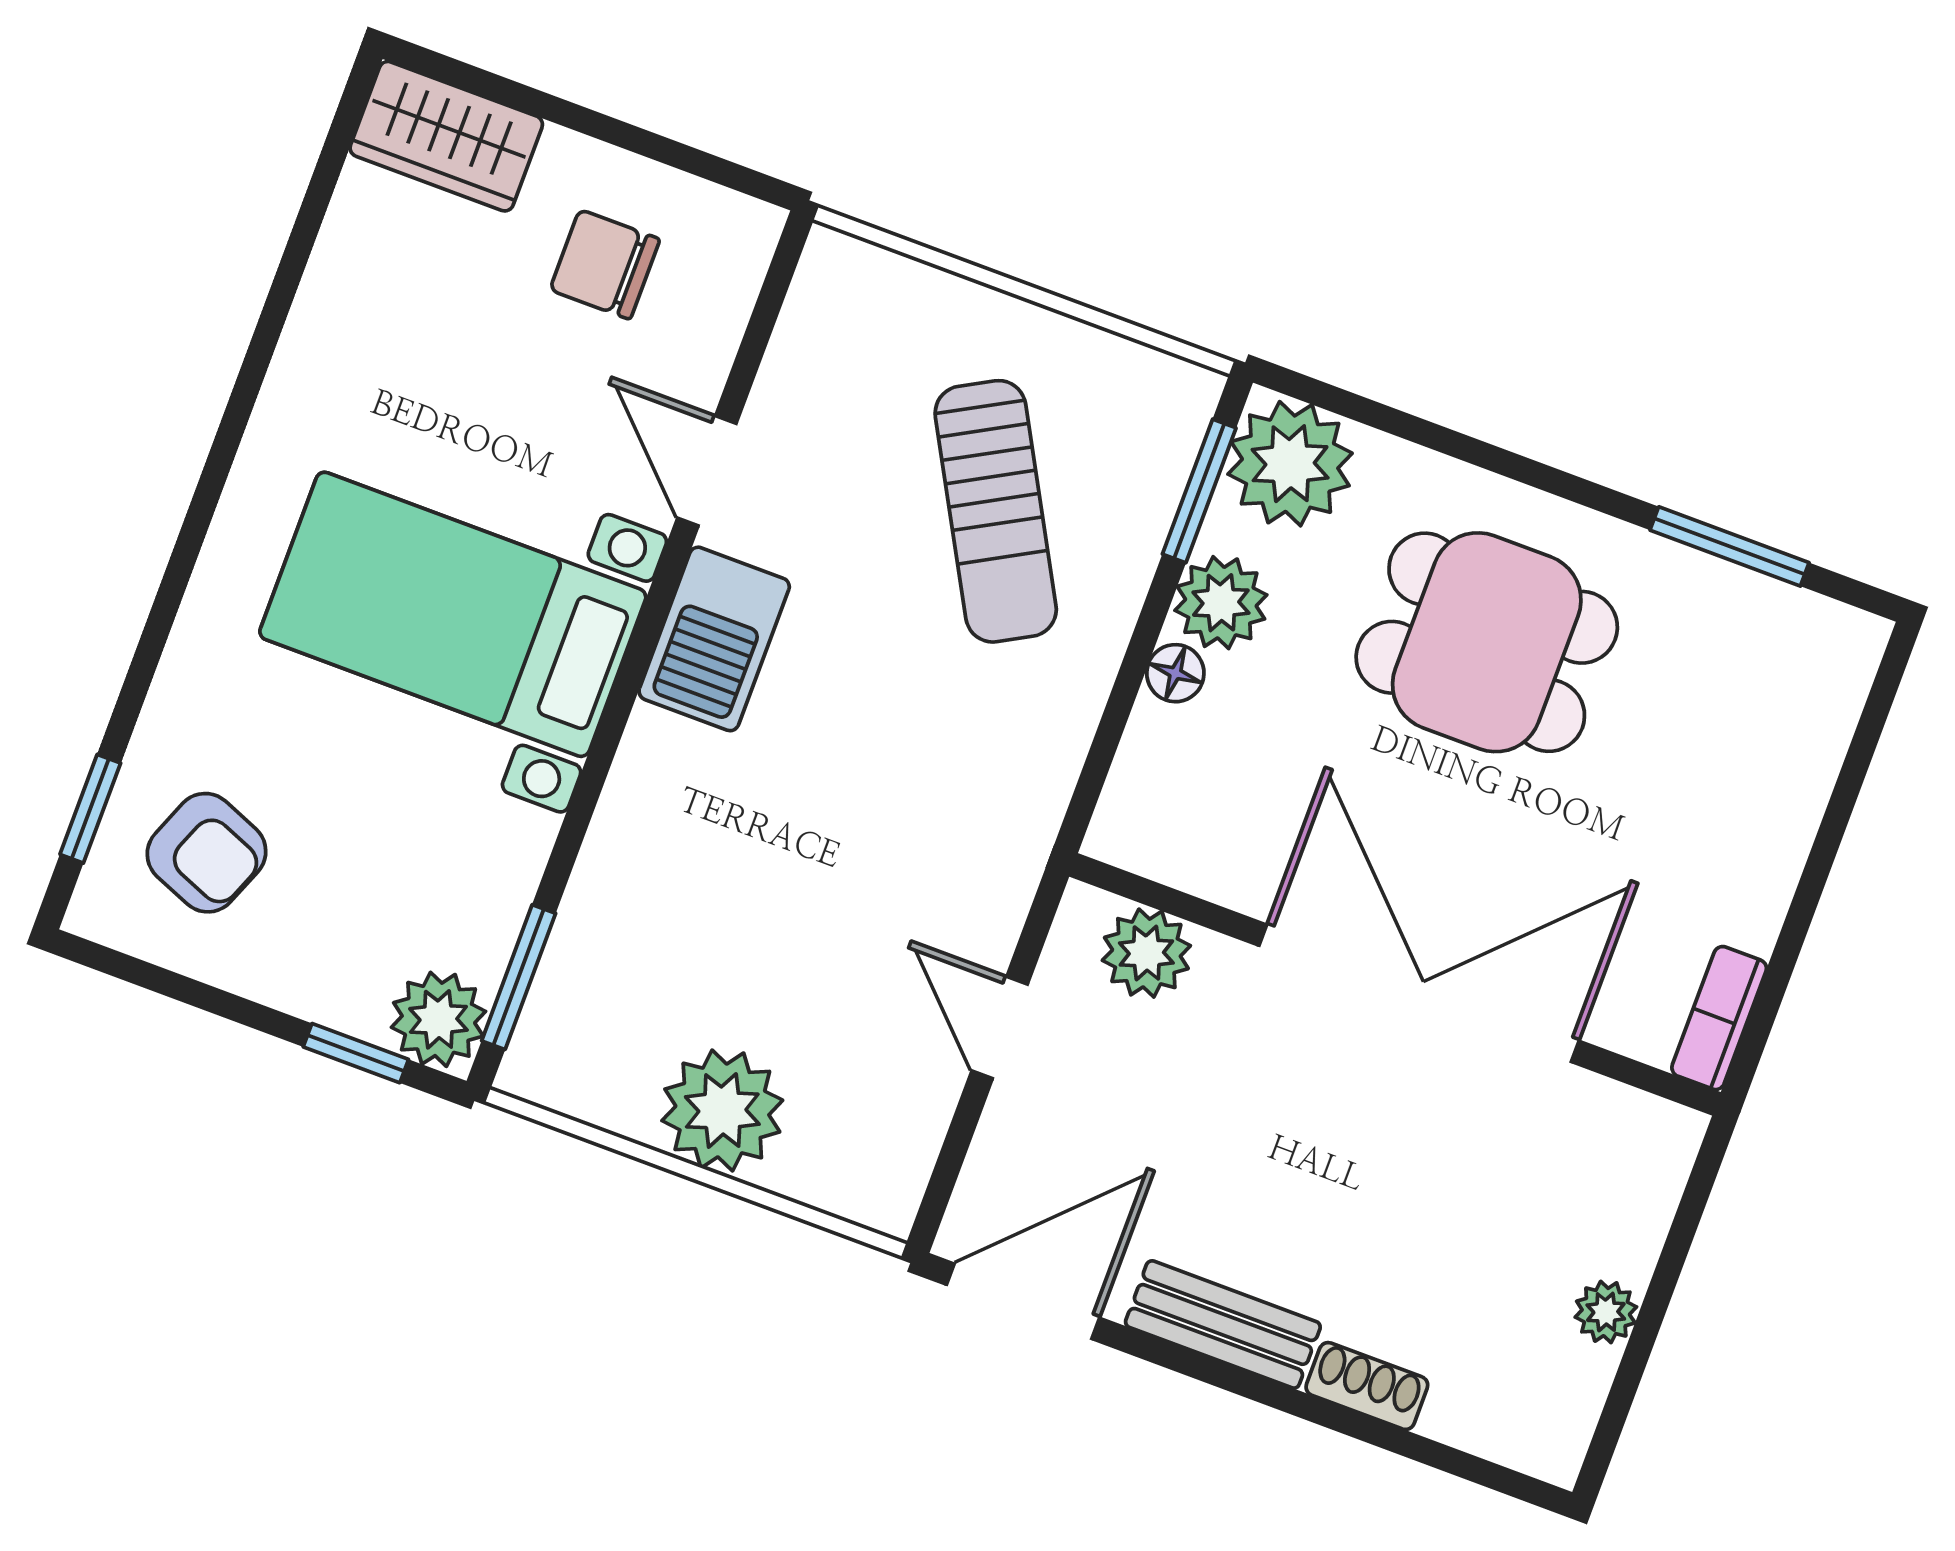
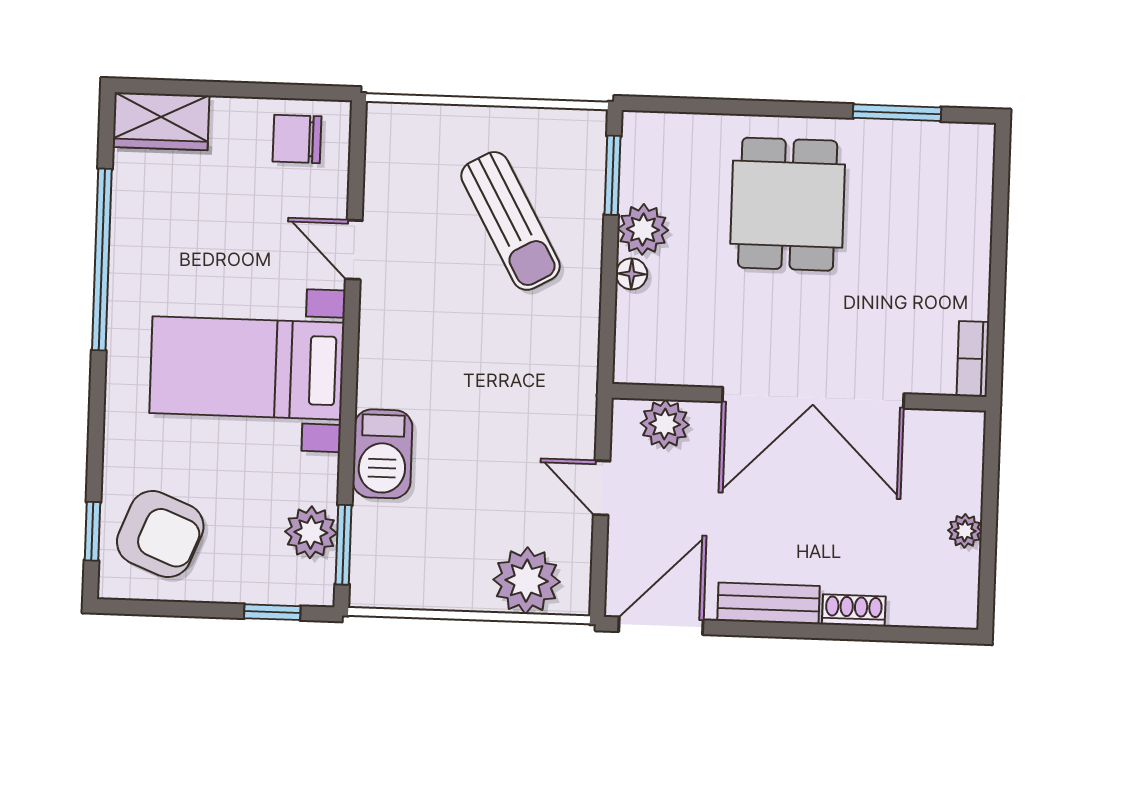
chair: (605, 264) -> (297, 139), moved
window: (264, 342) -> (102, 259), added
plant: (1290, 464) -> (655, 146), removed
barbecue: (714, 639) -> (382, 454), moved
dining table: (1487, 642) -> (788, 204), turned 90
armchair: (207, 853) -> (160, 534), width x1.38, depth x1.38
double door: (1419, 993) -> (813, 398), swing flipped
plant: (438, 1019) -> (311, 532), moved
plant: (722, 1110) -> (527, 581), moved

